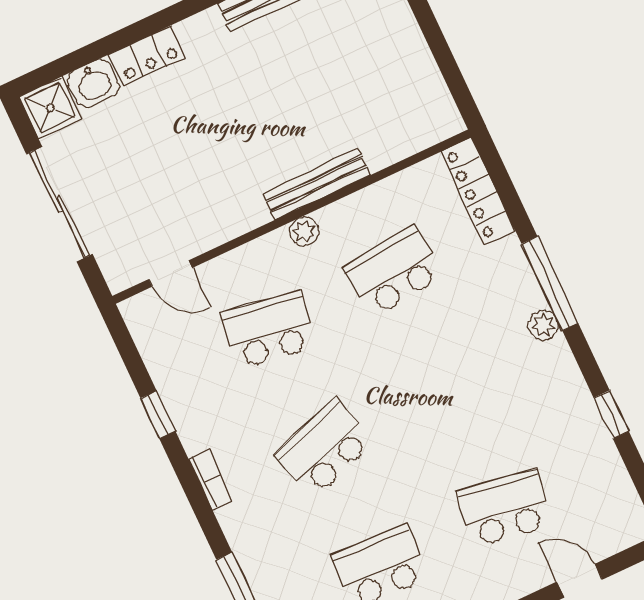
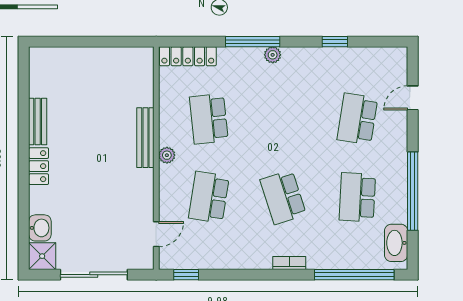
locker: (147, 56) -> (39, 166), moved
window: (158, 415) -> (186, 275), moved
bookcase: (211, 479) -> (289, 263), moved

